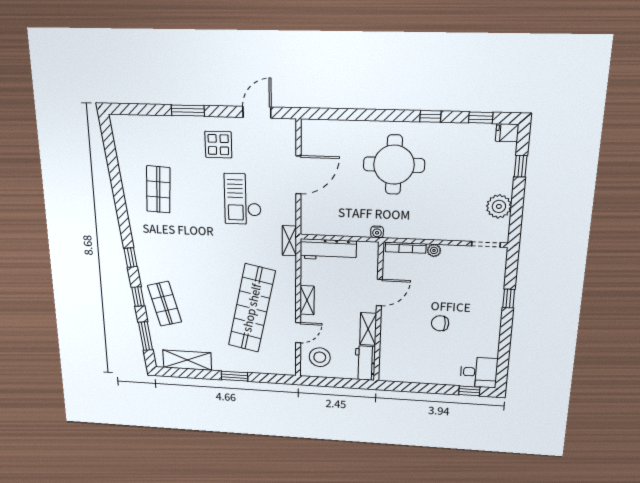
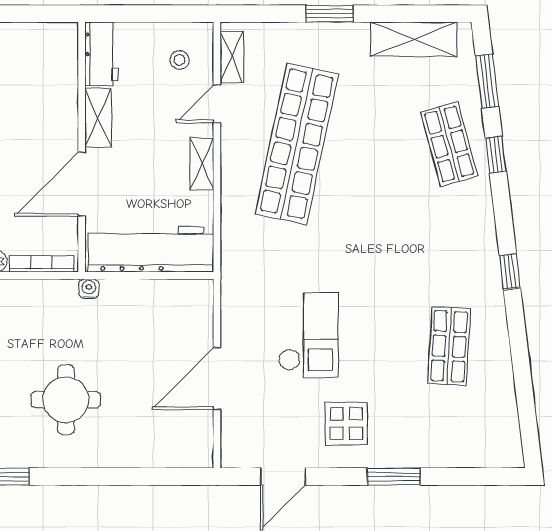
round table: (394, 165) -> (66, 400), width x0.73, depth x0.73
shelving: (289, 241) -> (232, 57), moved
workbench: (328, 250) -> (151, 249), width x1.36, depth x1.32
window: (131, 258) -> (510, 271), moved
door: (379, 293) -> (82, 184), width x1.36
stool: (320, 357) -> (179, 60), width x0.53, depth x0.53

